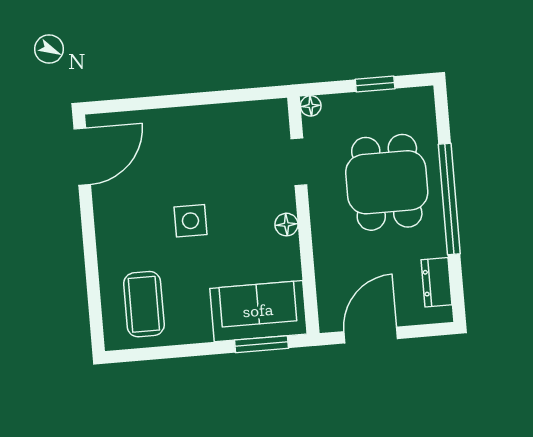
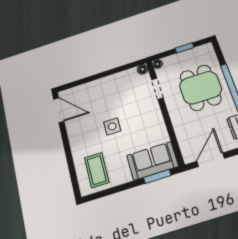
door: (82, 157) -> (59, 110), hinge flipped
floor lamp: (286, 225) -> (143, 69), moved

